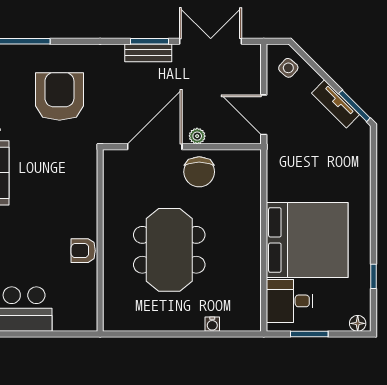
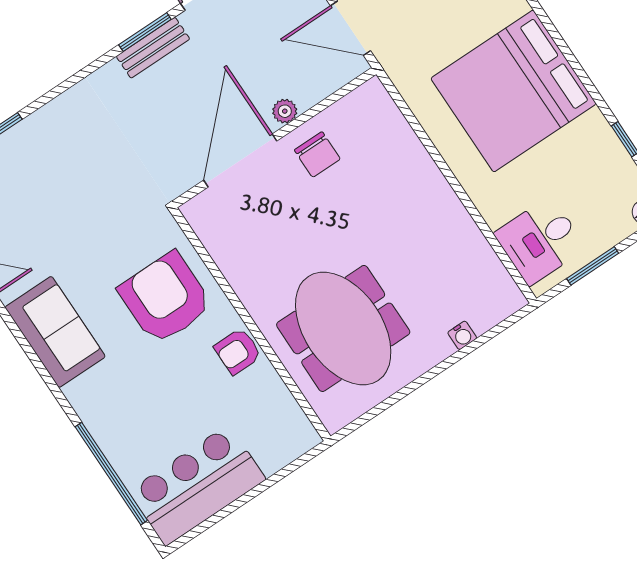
armchair: (59, 96) -> (165, 298), moved
chair: (199, 172) -> (317, 154), width x0.73, depth x0.73
bed: (307, 240) -> (513, 91), moved, turned 180
meeting table: (169, 250) -> (343, 328), moved

